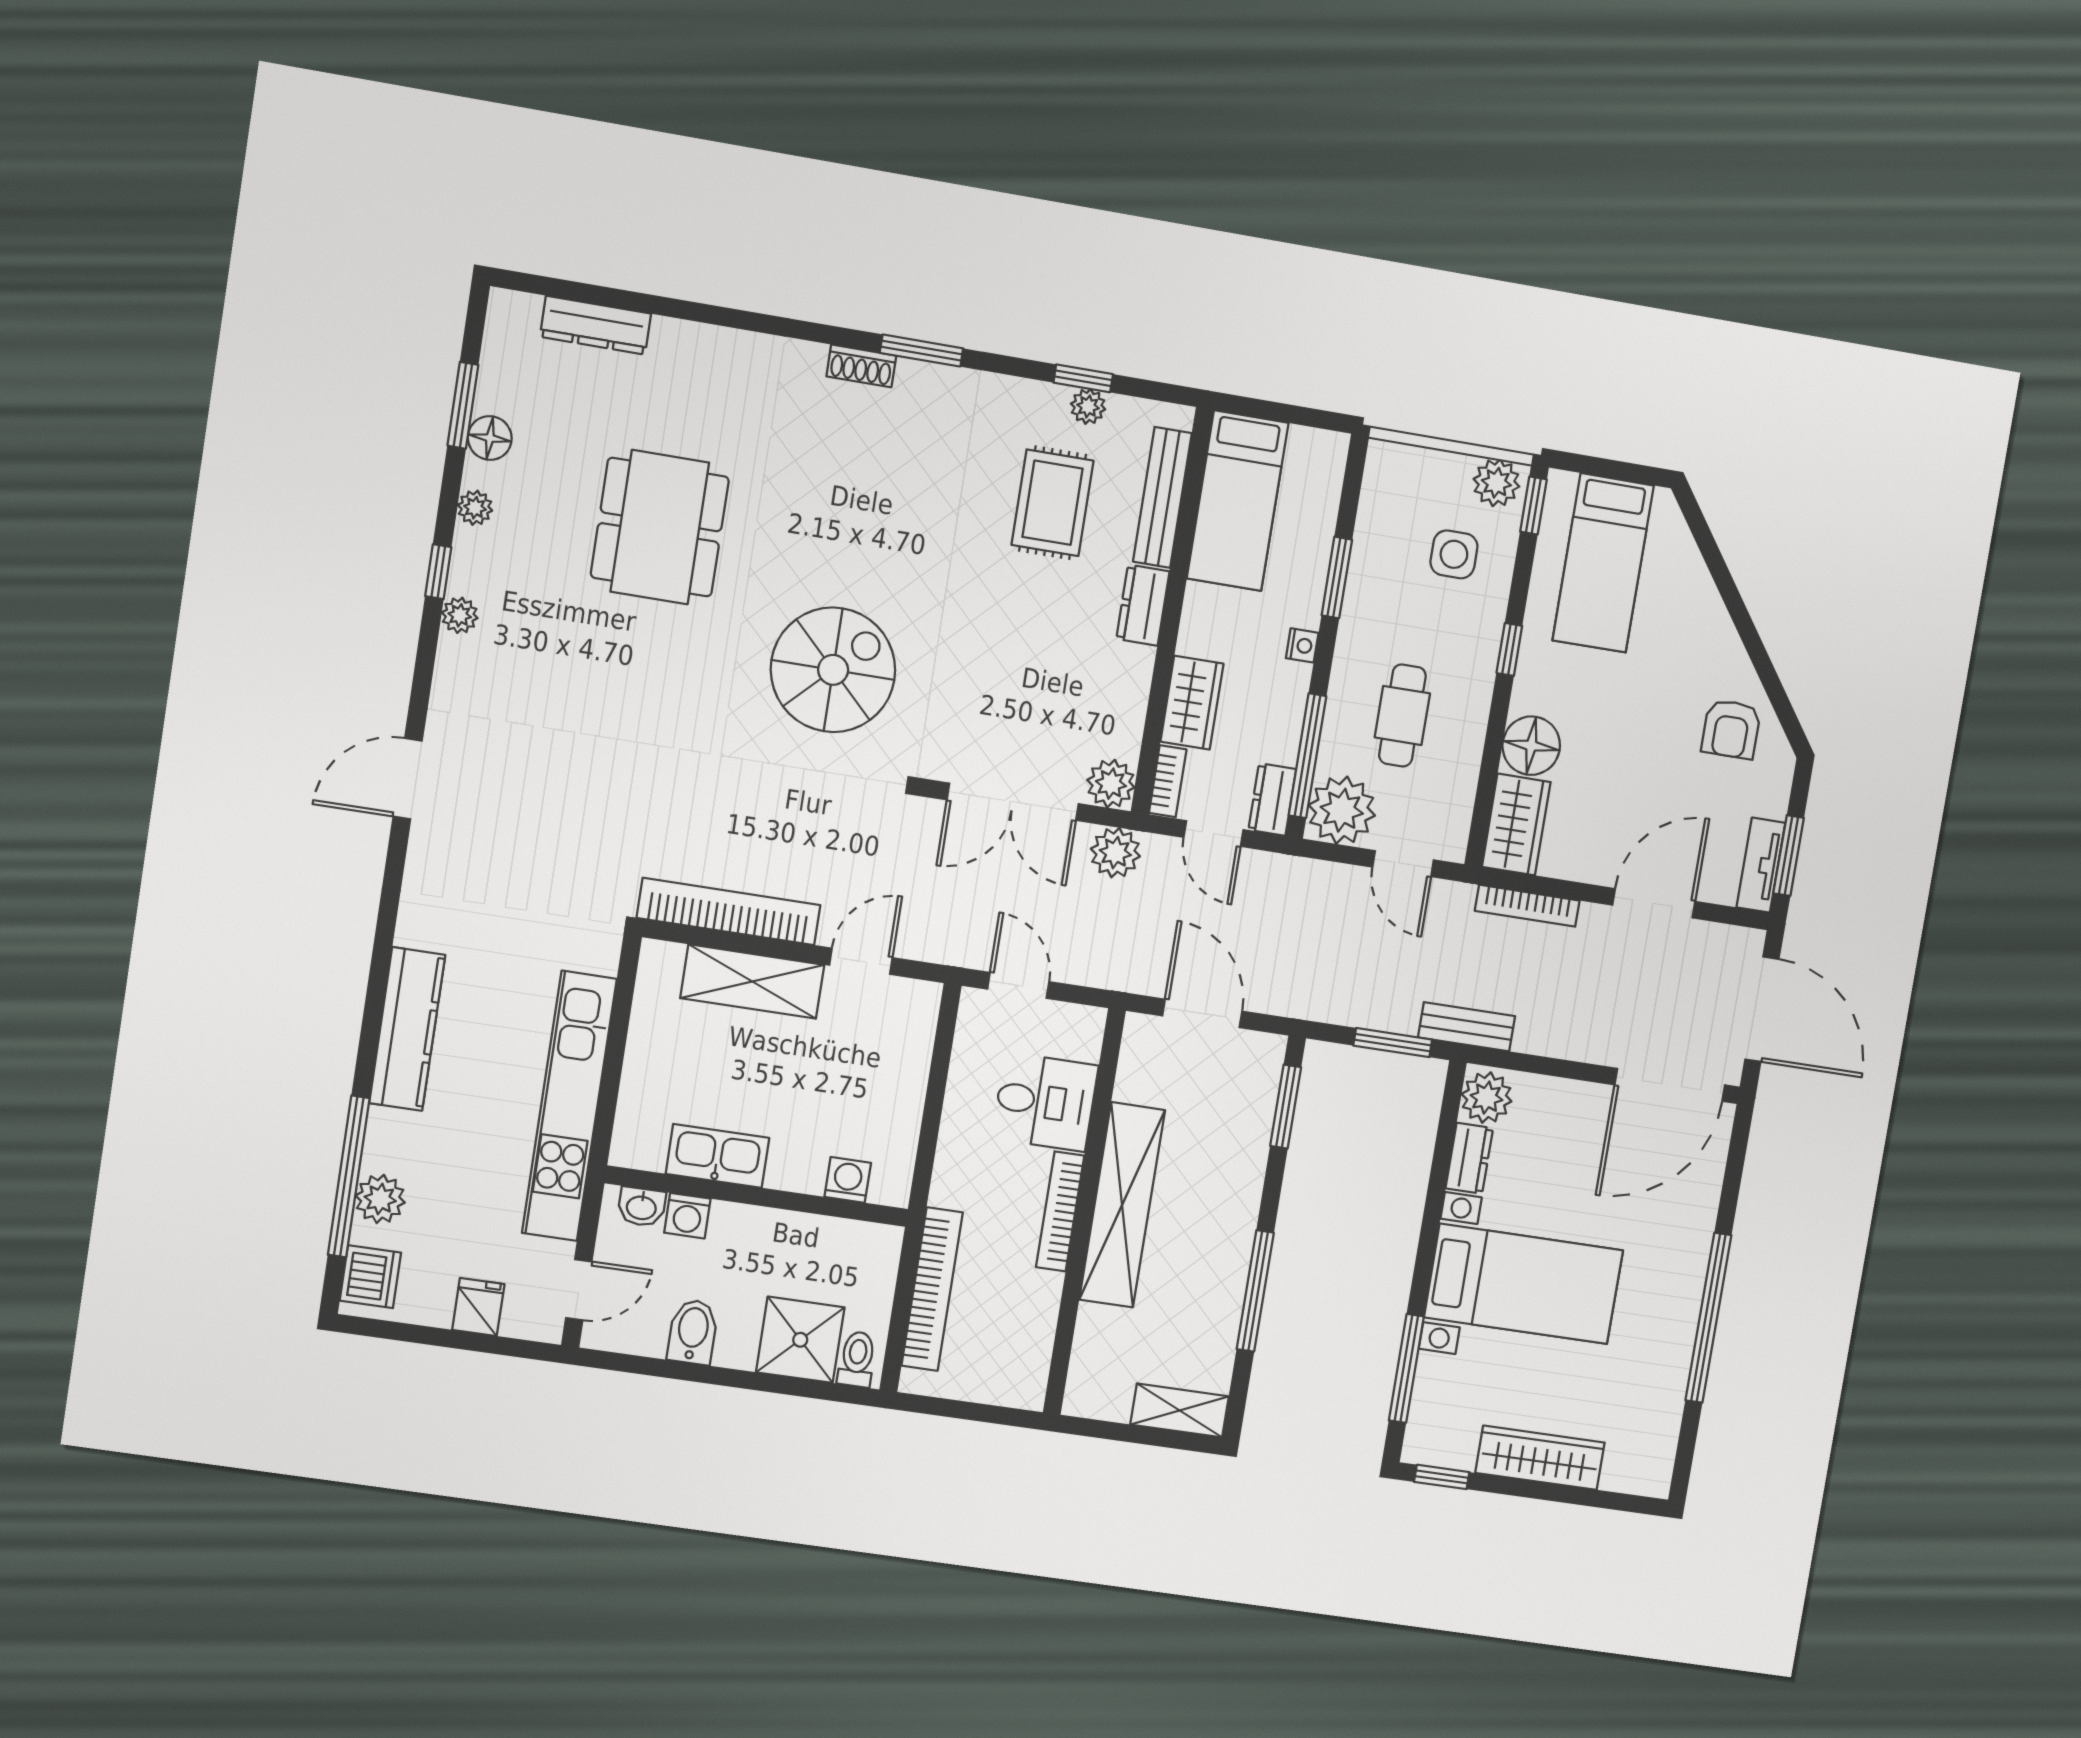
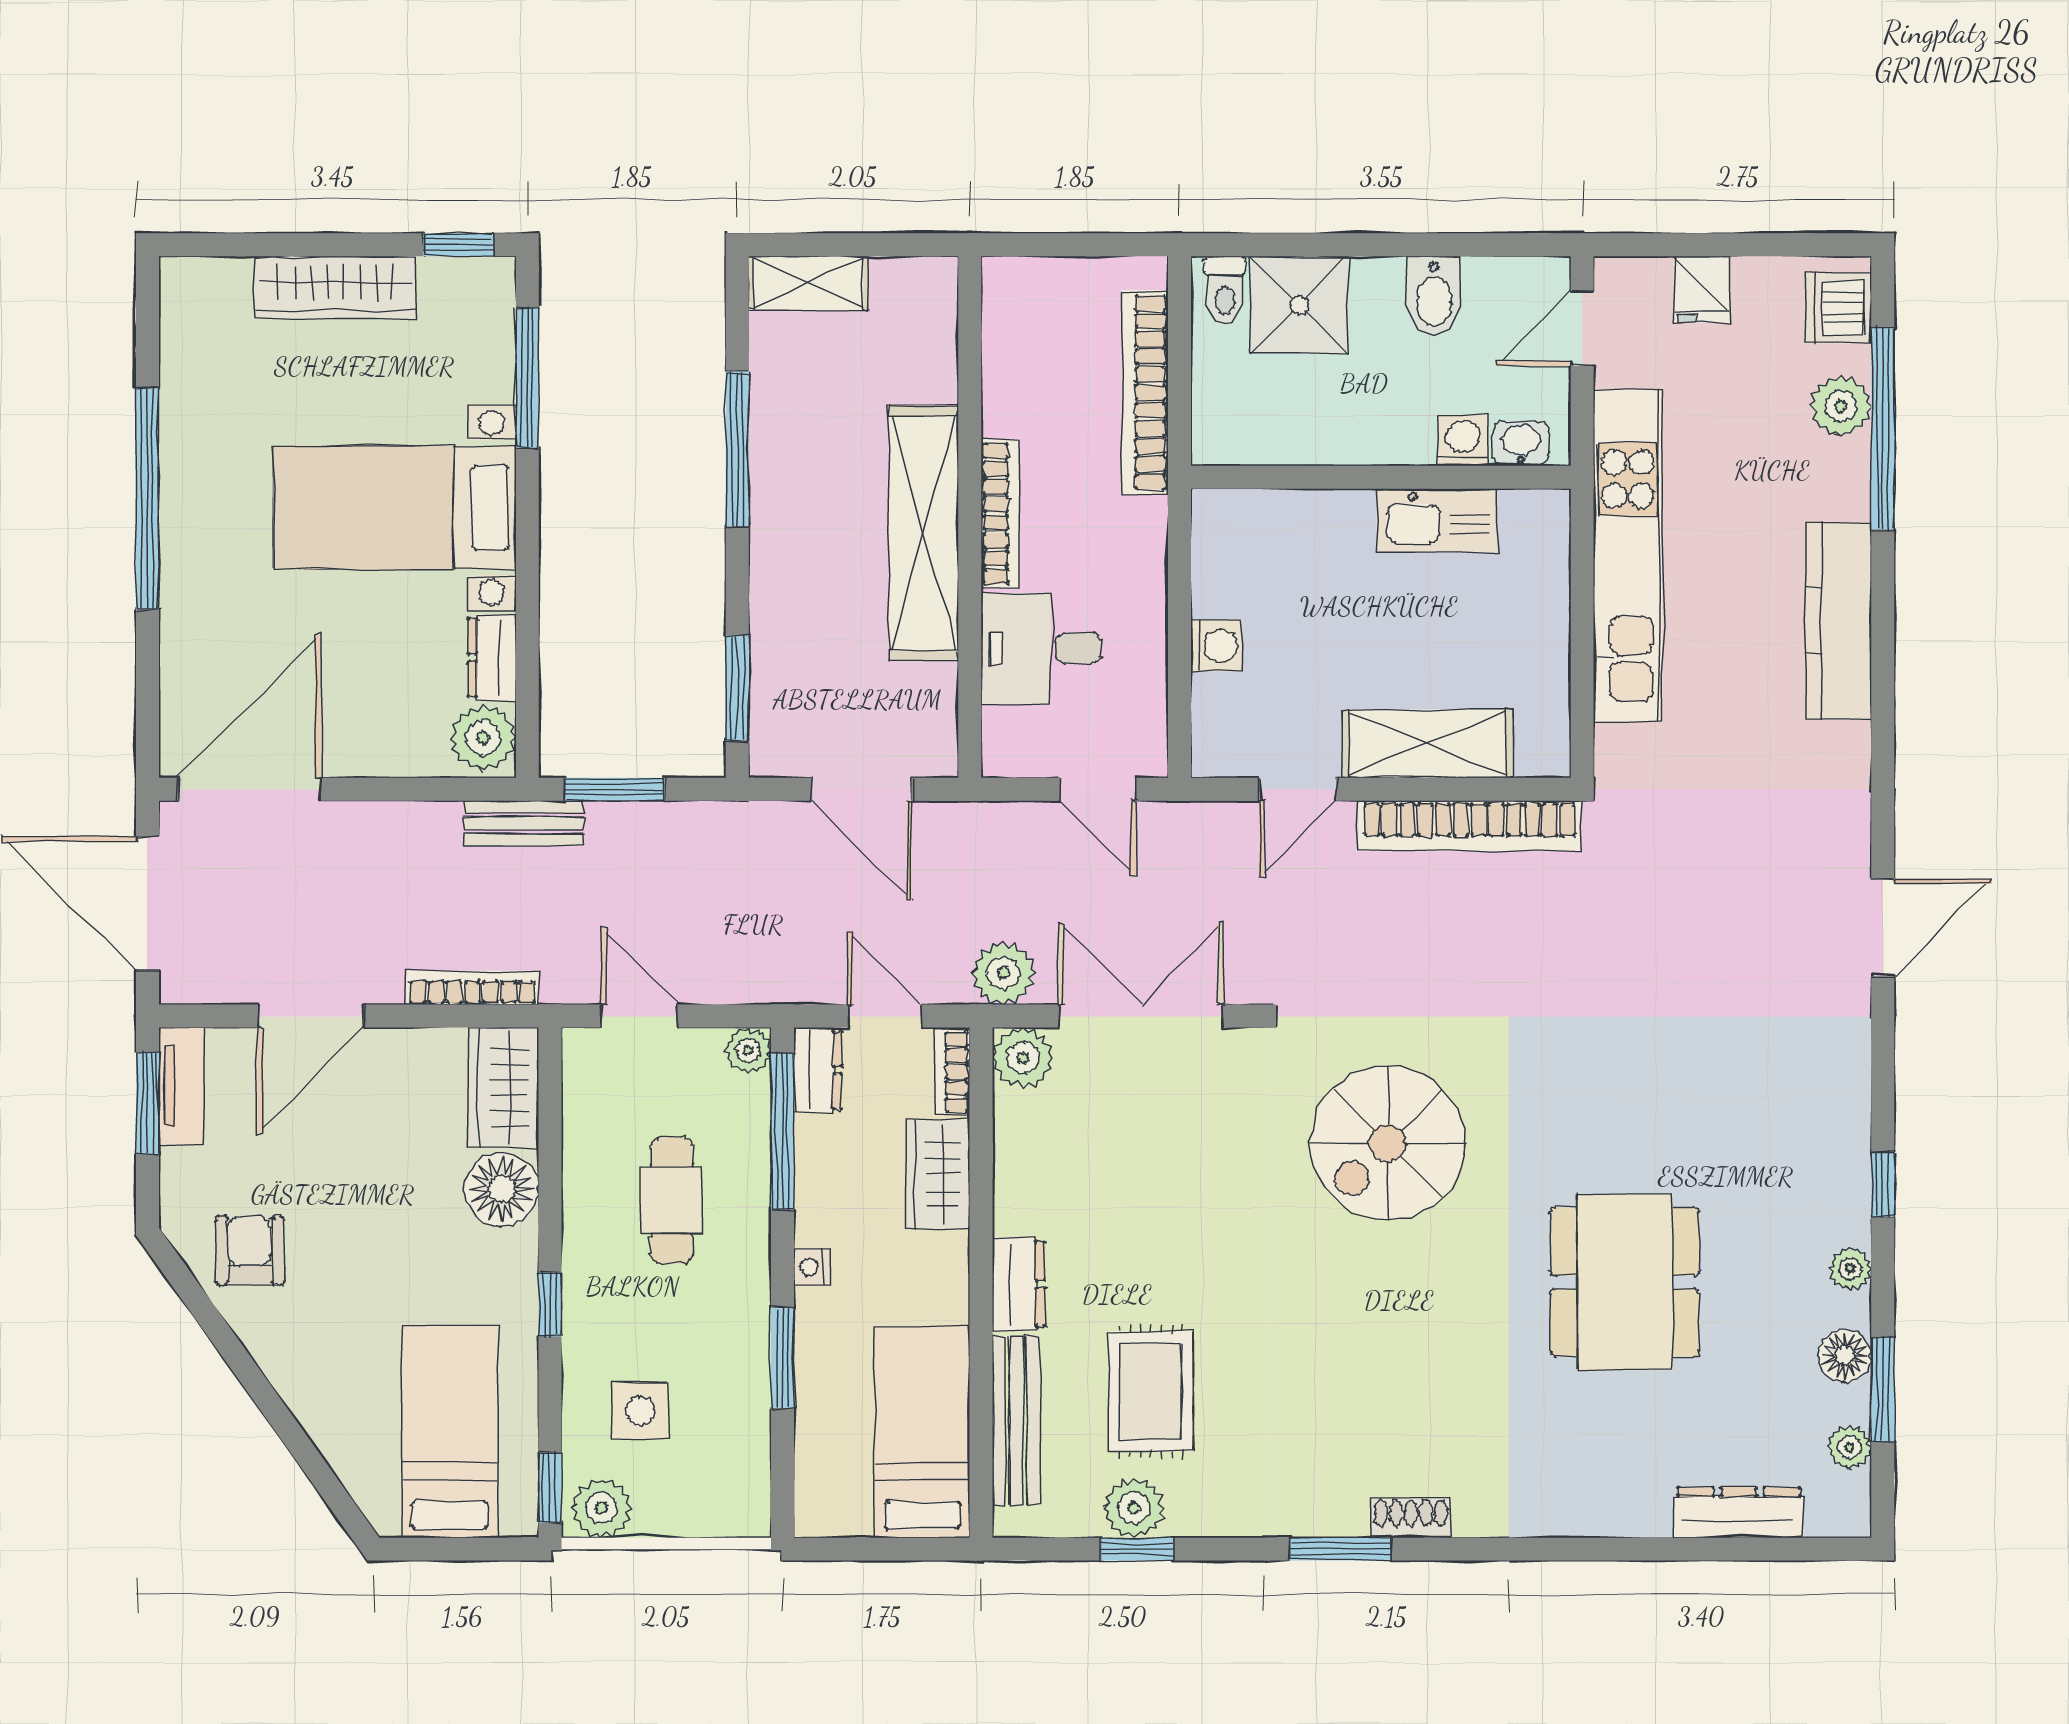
plant: (1088, 406) -> (1134, 1508), width x1.38, depth x1.38
plant: (460, 615) -> (1849, 1447), moved
plant: (1342, 810) -> (748, 1050), width x0.53, depth x0.53
washing machine: (848, 1180) -> (1216, 646), moved, turned -90

